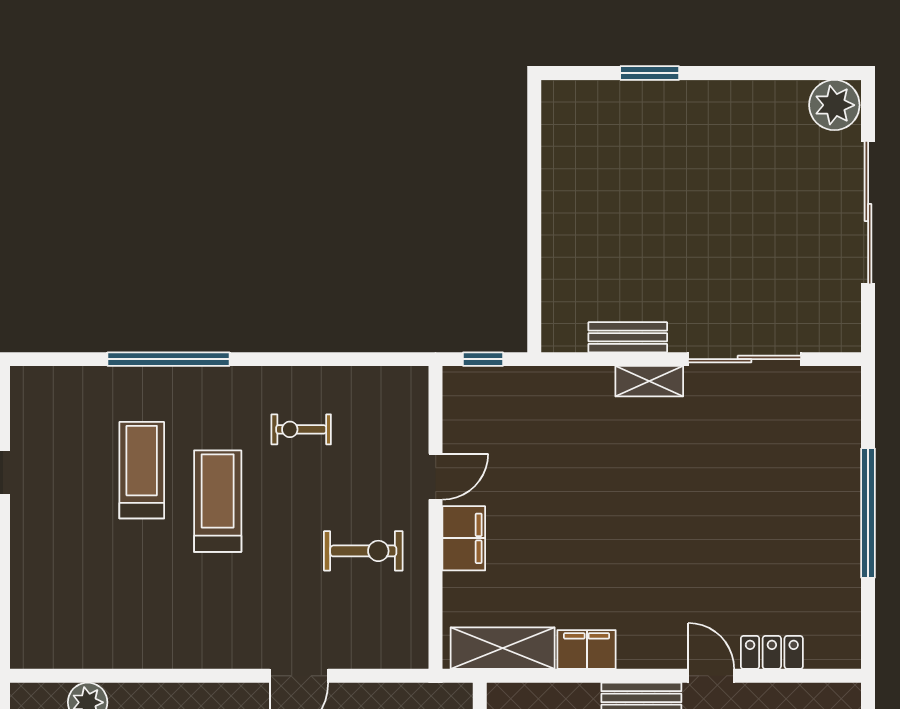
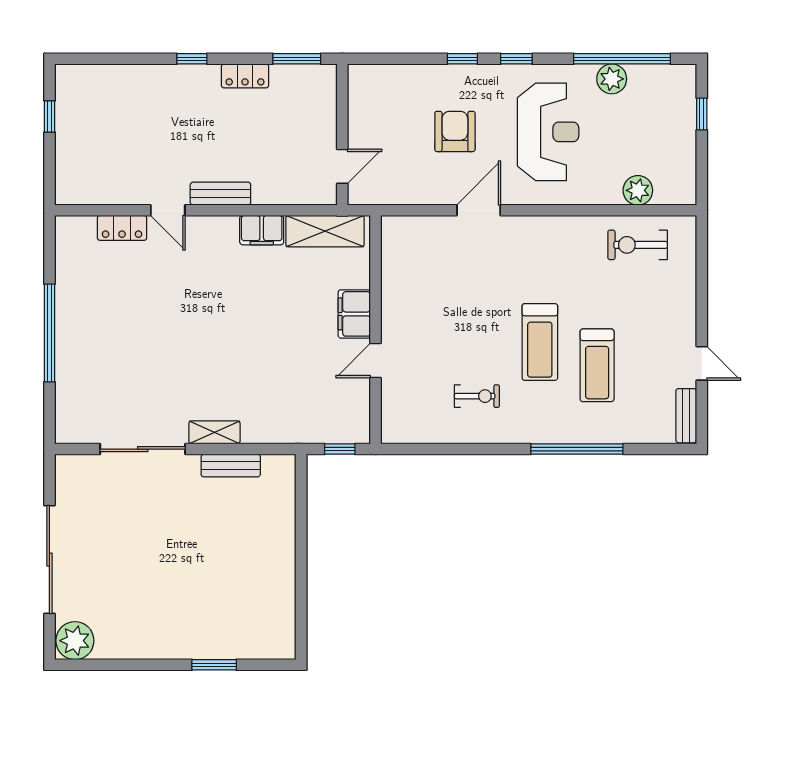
bench: (24, 403) -> (686, 416), added
exercise bike: (363, 551) -> (638, 245), moved

